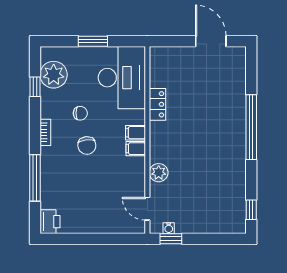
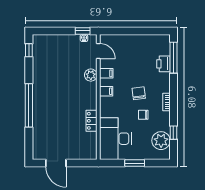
filing cabinet: (135, 133) -> (106, 73), moved
window: (35, 178) -> (173, 58), moved
printer: (50, 222) -> (163, 64), moved

